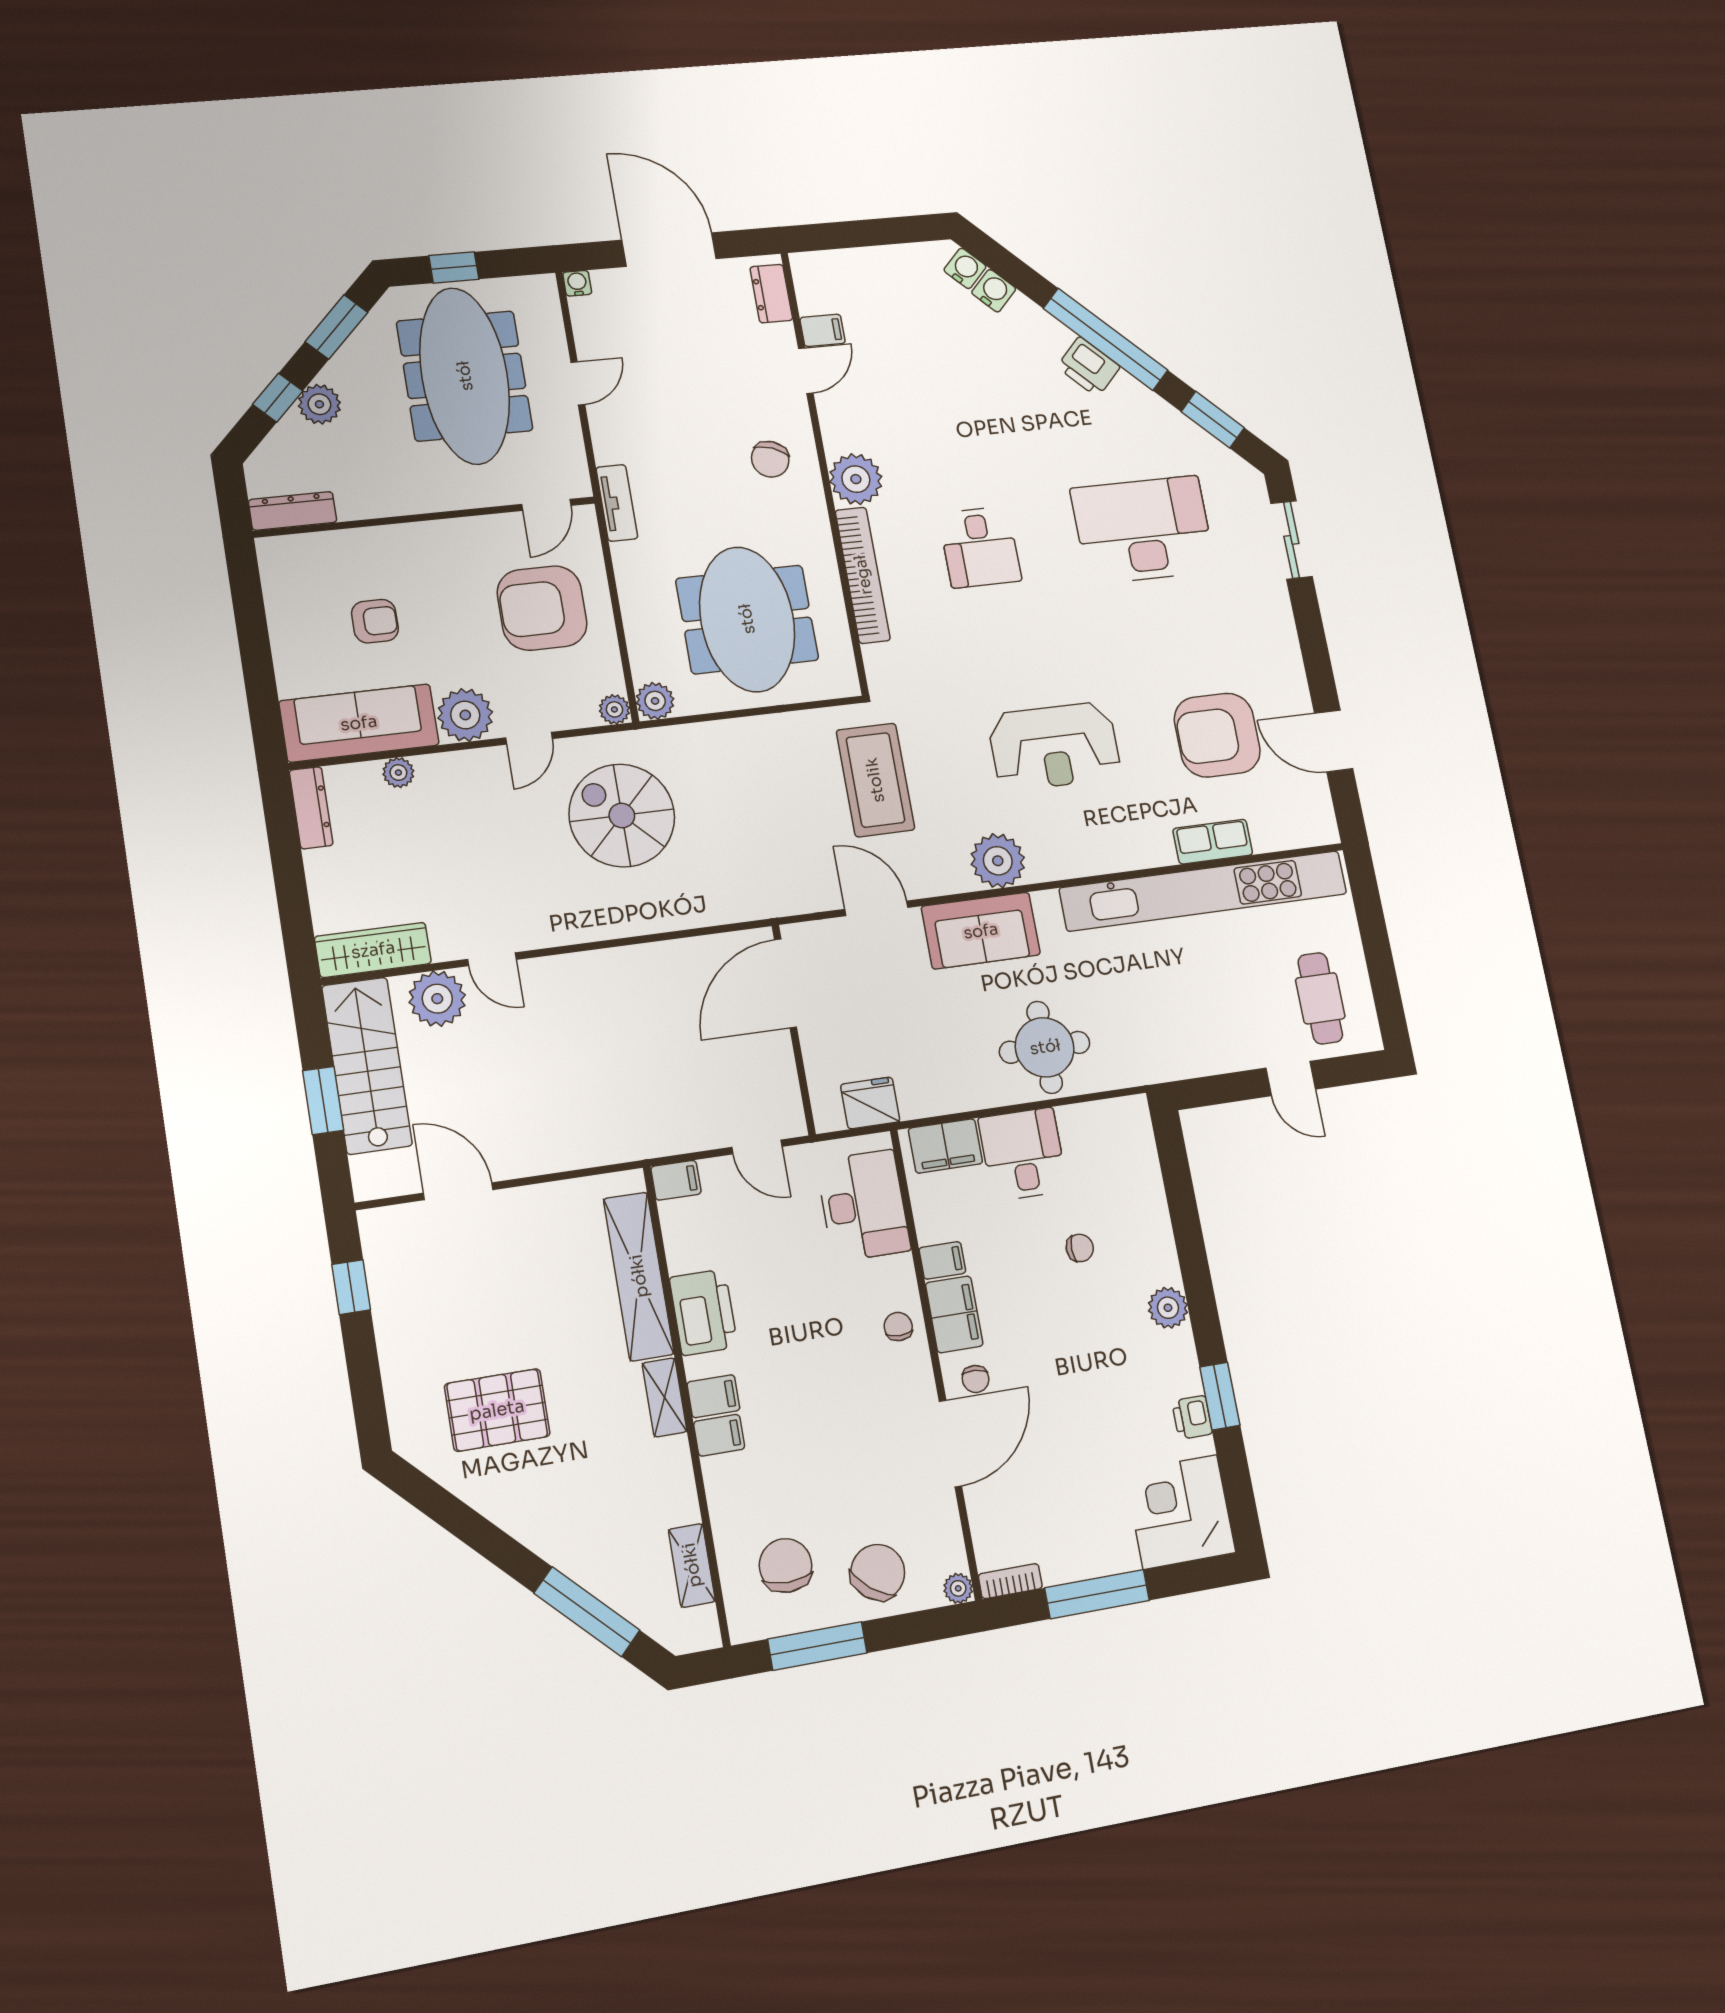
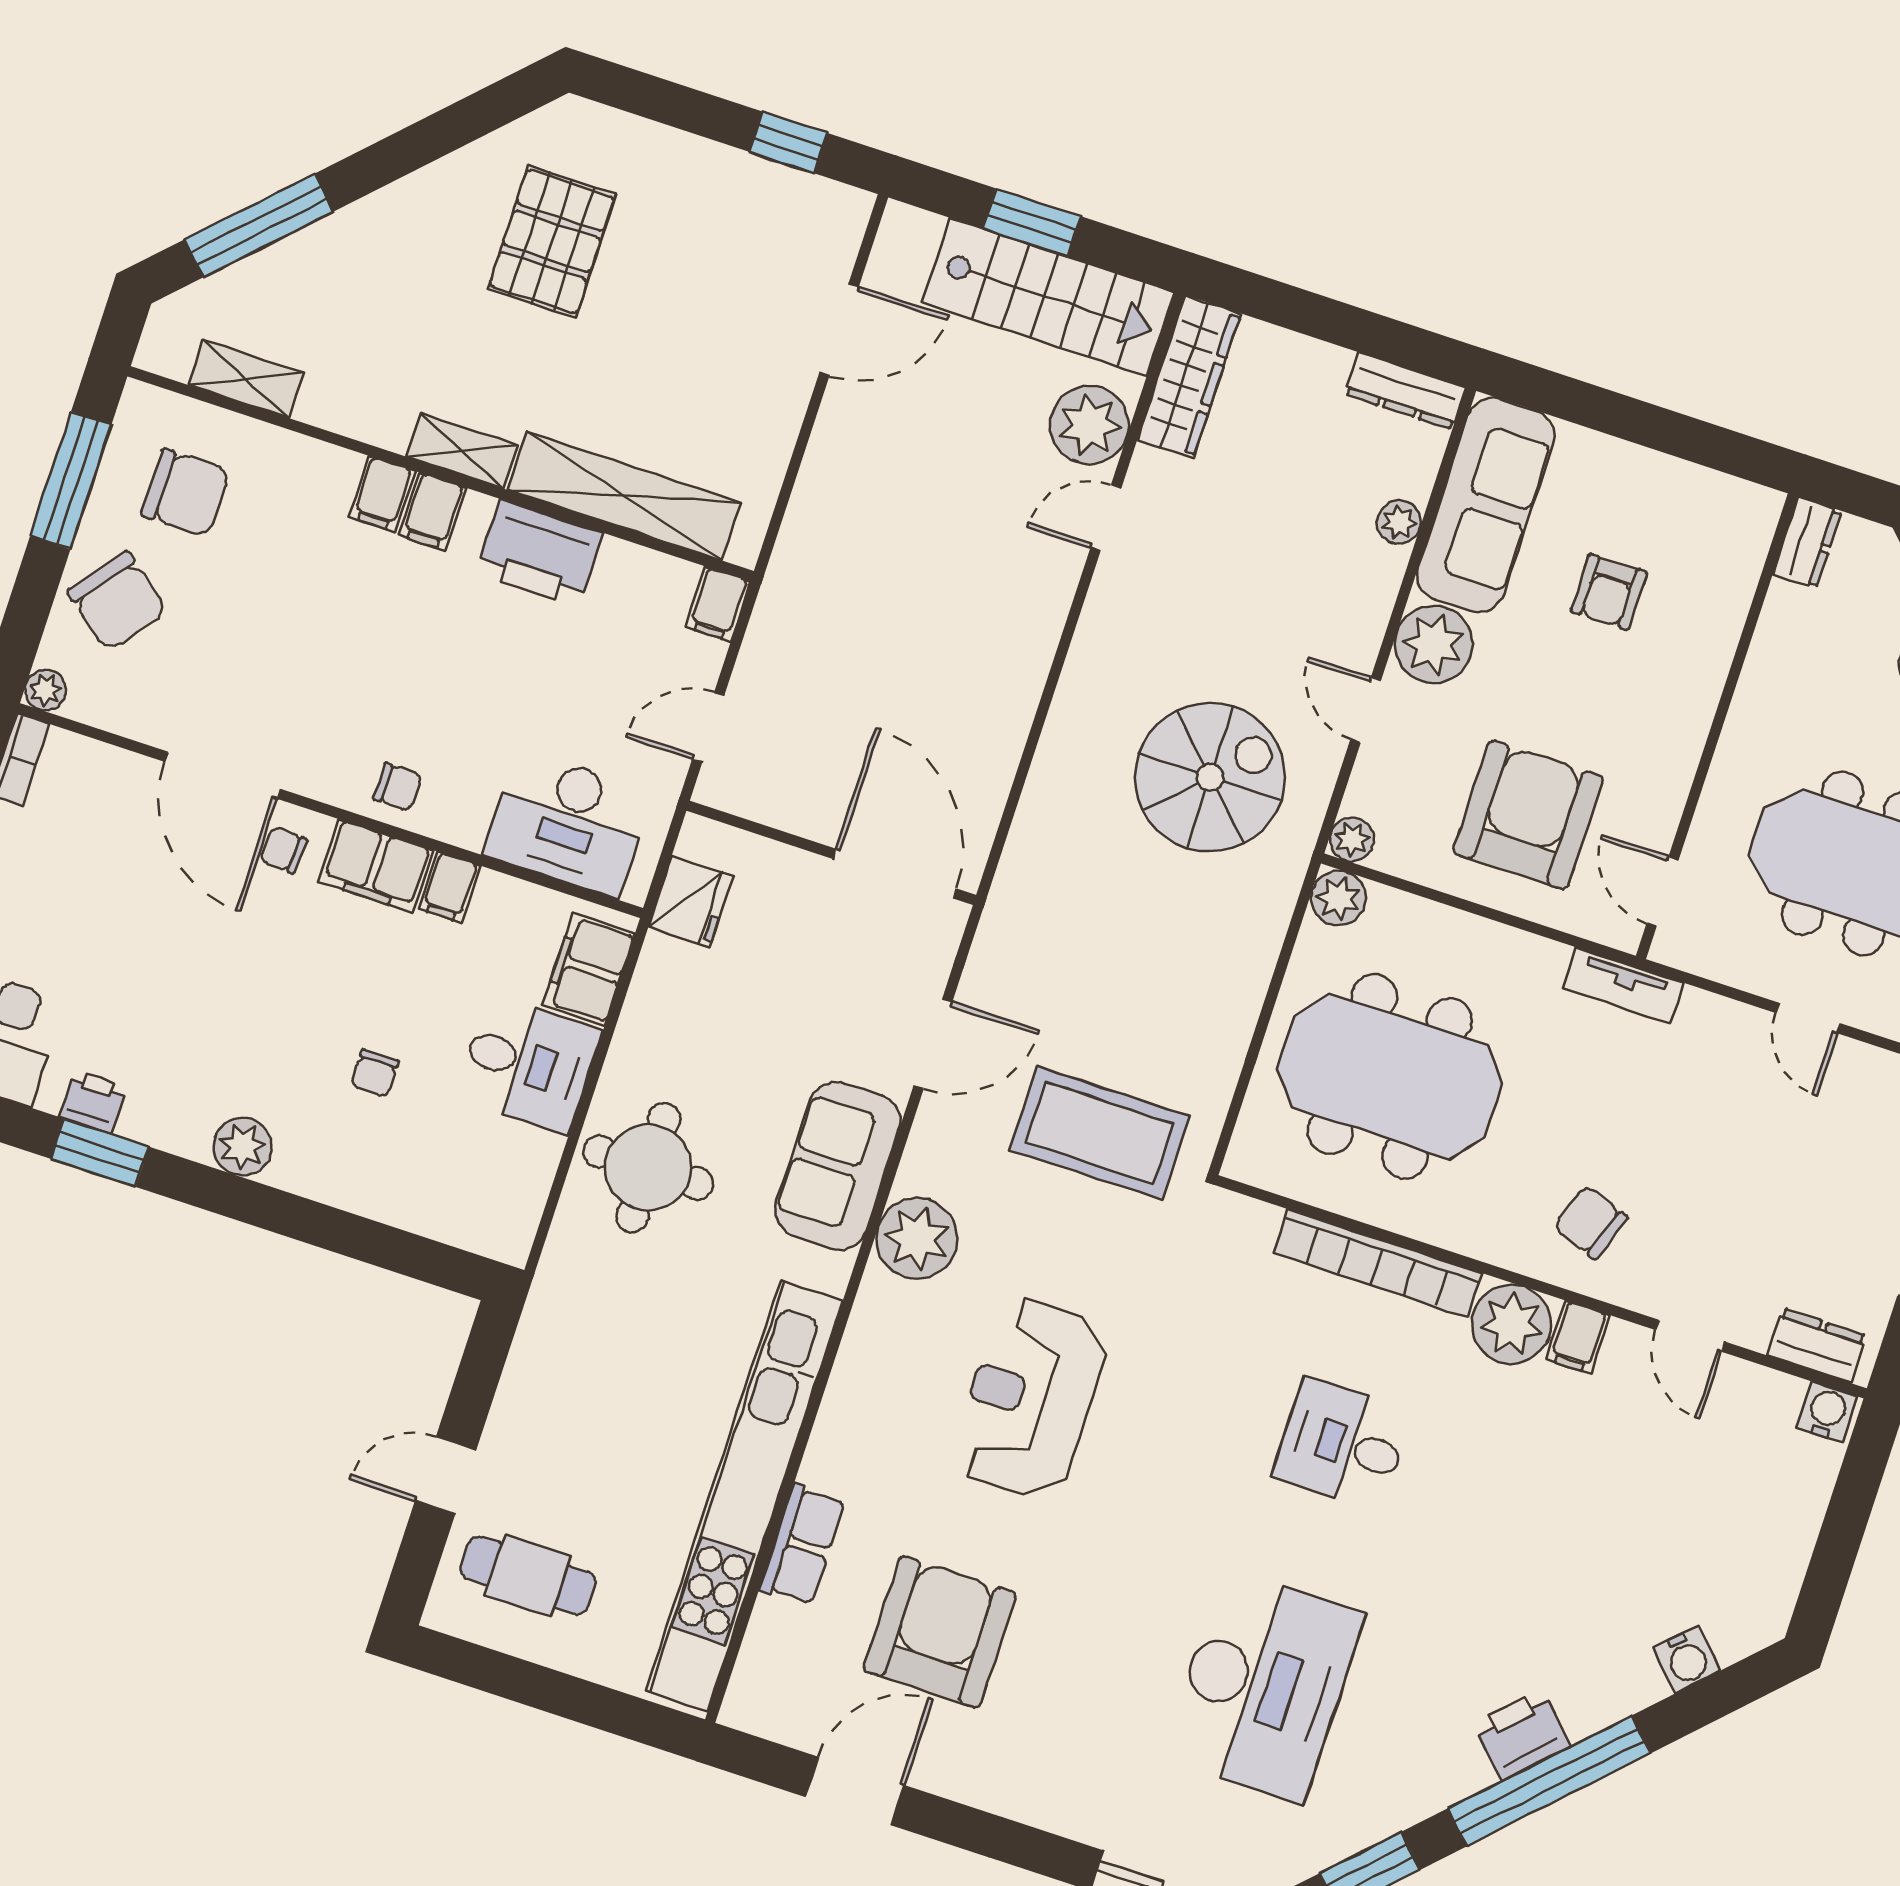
water cooler: (965, 268) -> (1827, 1412), moved, turned -135
filing cabinet: (823, 330) -> (1578, 1337), moved
dresser: (293, 511) -> (1807, 543), width x0.70

